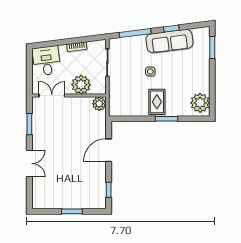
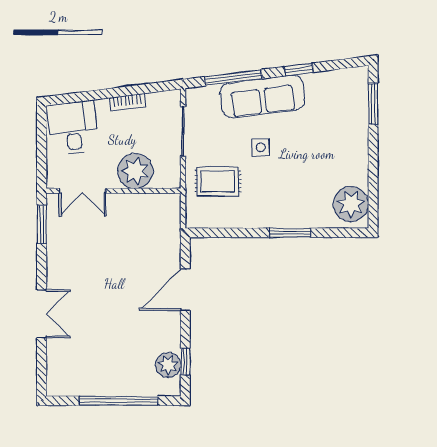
sofa: (169, 41) -> (262, 96), moved
double door: (52, 96) -> (82, 191), swing flipped
rug: (157, 102) -> (218, 182), moved, turned 90
plant: (99, 104) -> (168, 365), moved
window: (29, 124) -> (42, 224), moved
window: (72, 211) -> (119, 401), width x2.11

